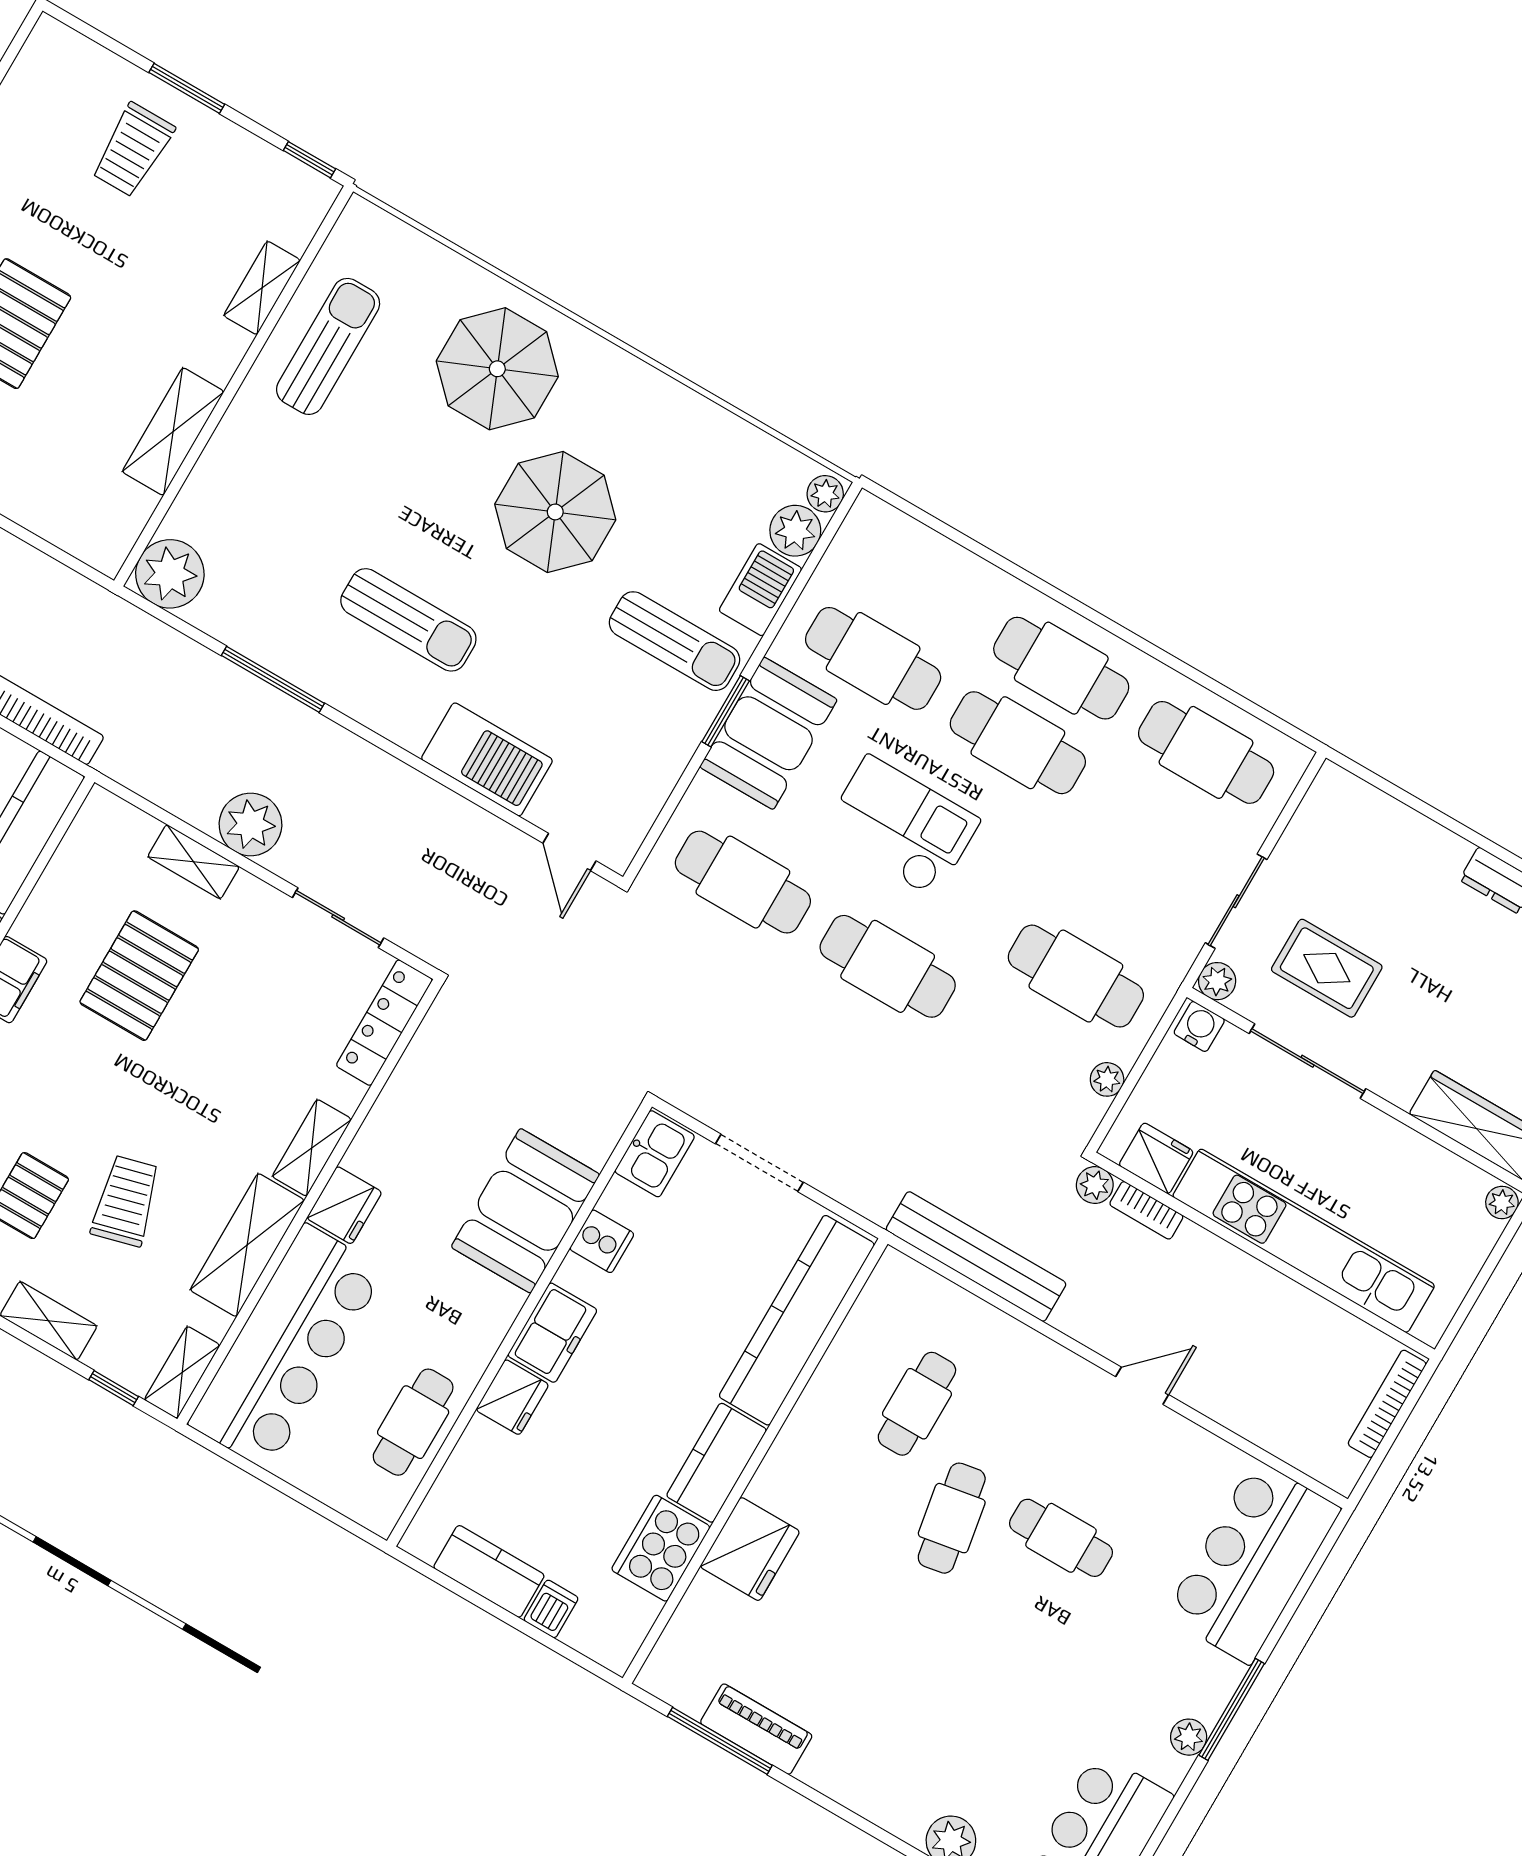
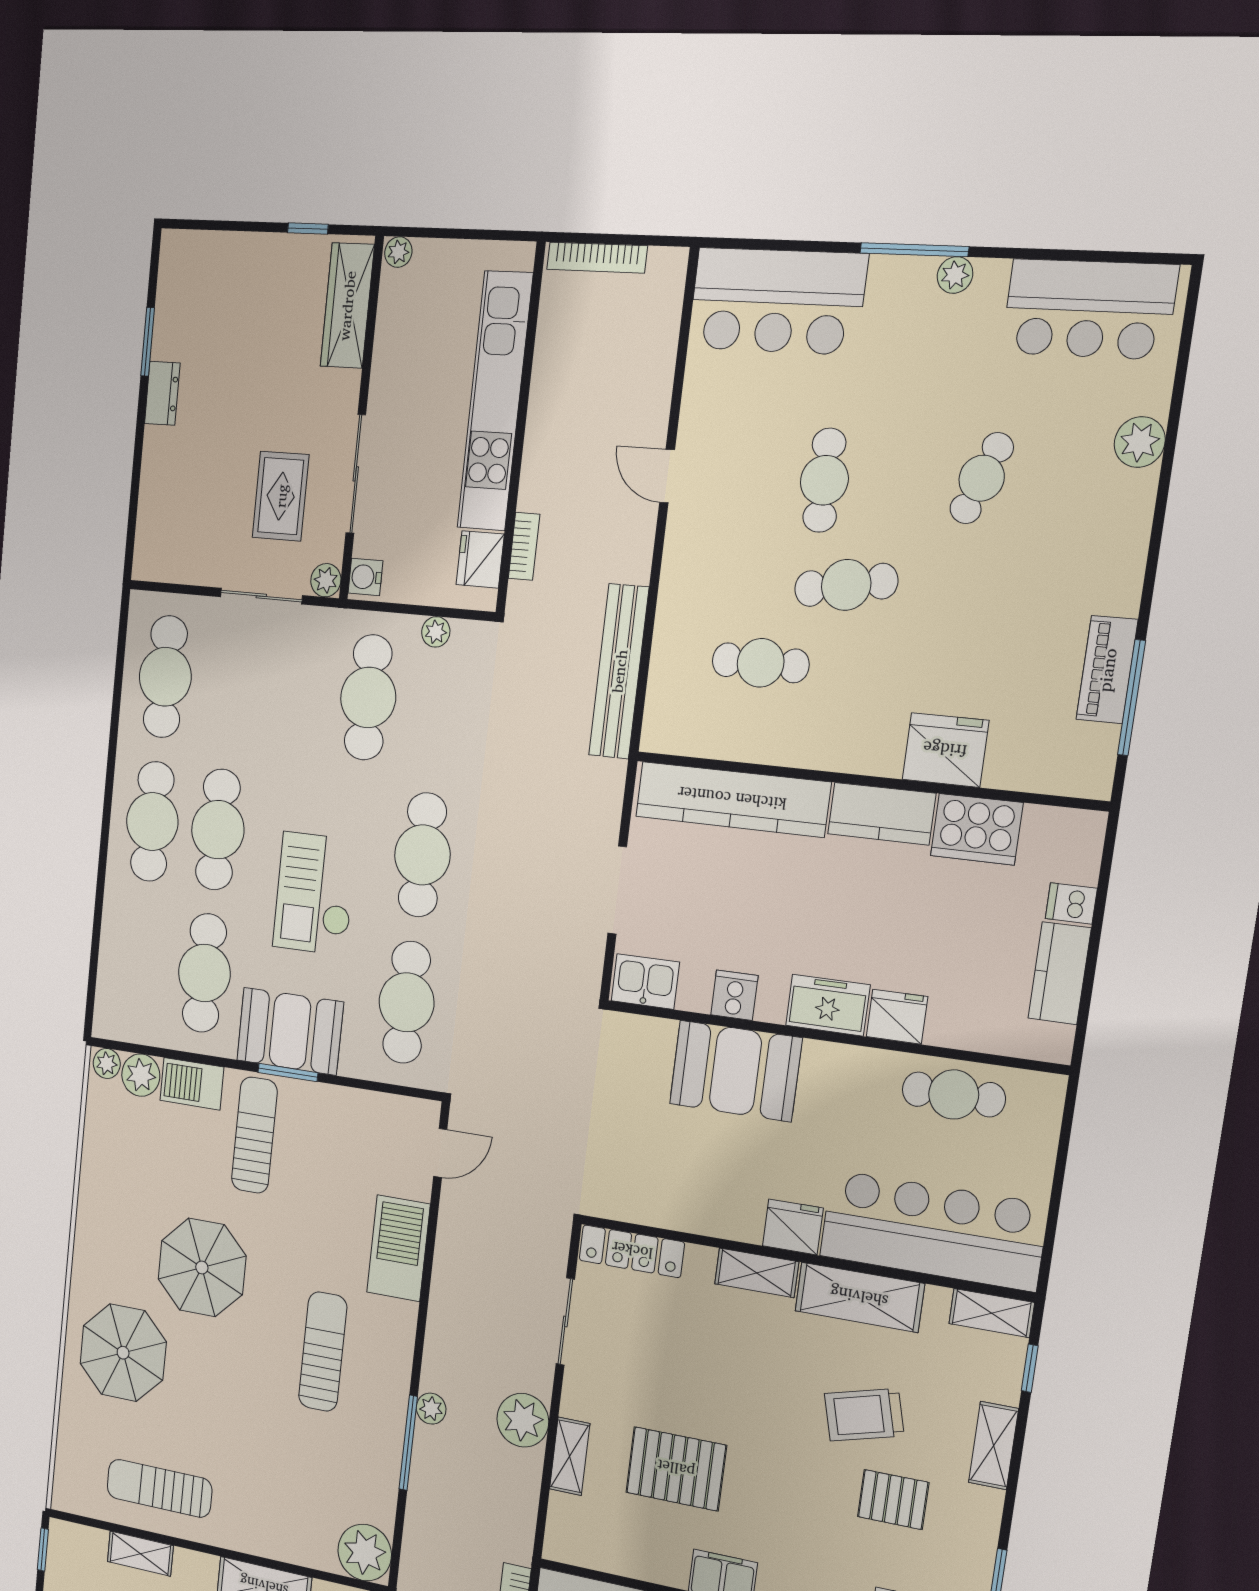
plant: (1095, 1185) -> (431, 1409), moved
cafe table: (989, 1686) -> (982, 478), added

